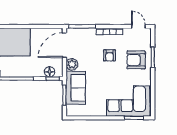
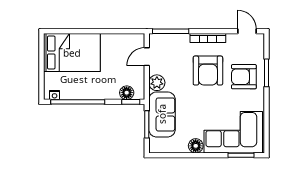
door: (64, 45) -> (147, 57), width x0.53
armchair: (110, 55) -> (208, 71), width x1.88, depth x1.88
floor lamp: (101, 111) -> (196, 146), added

